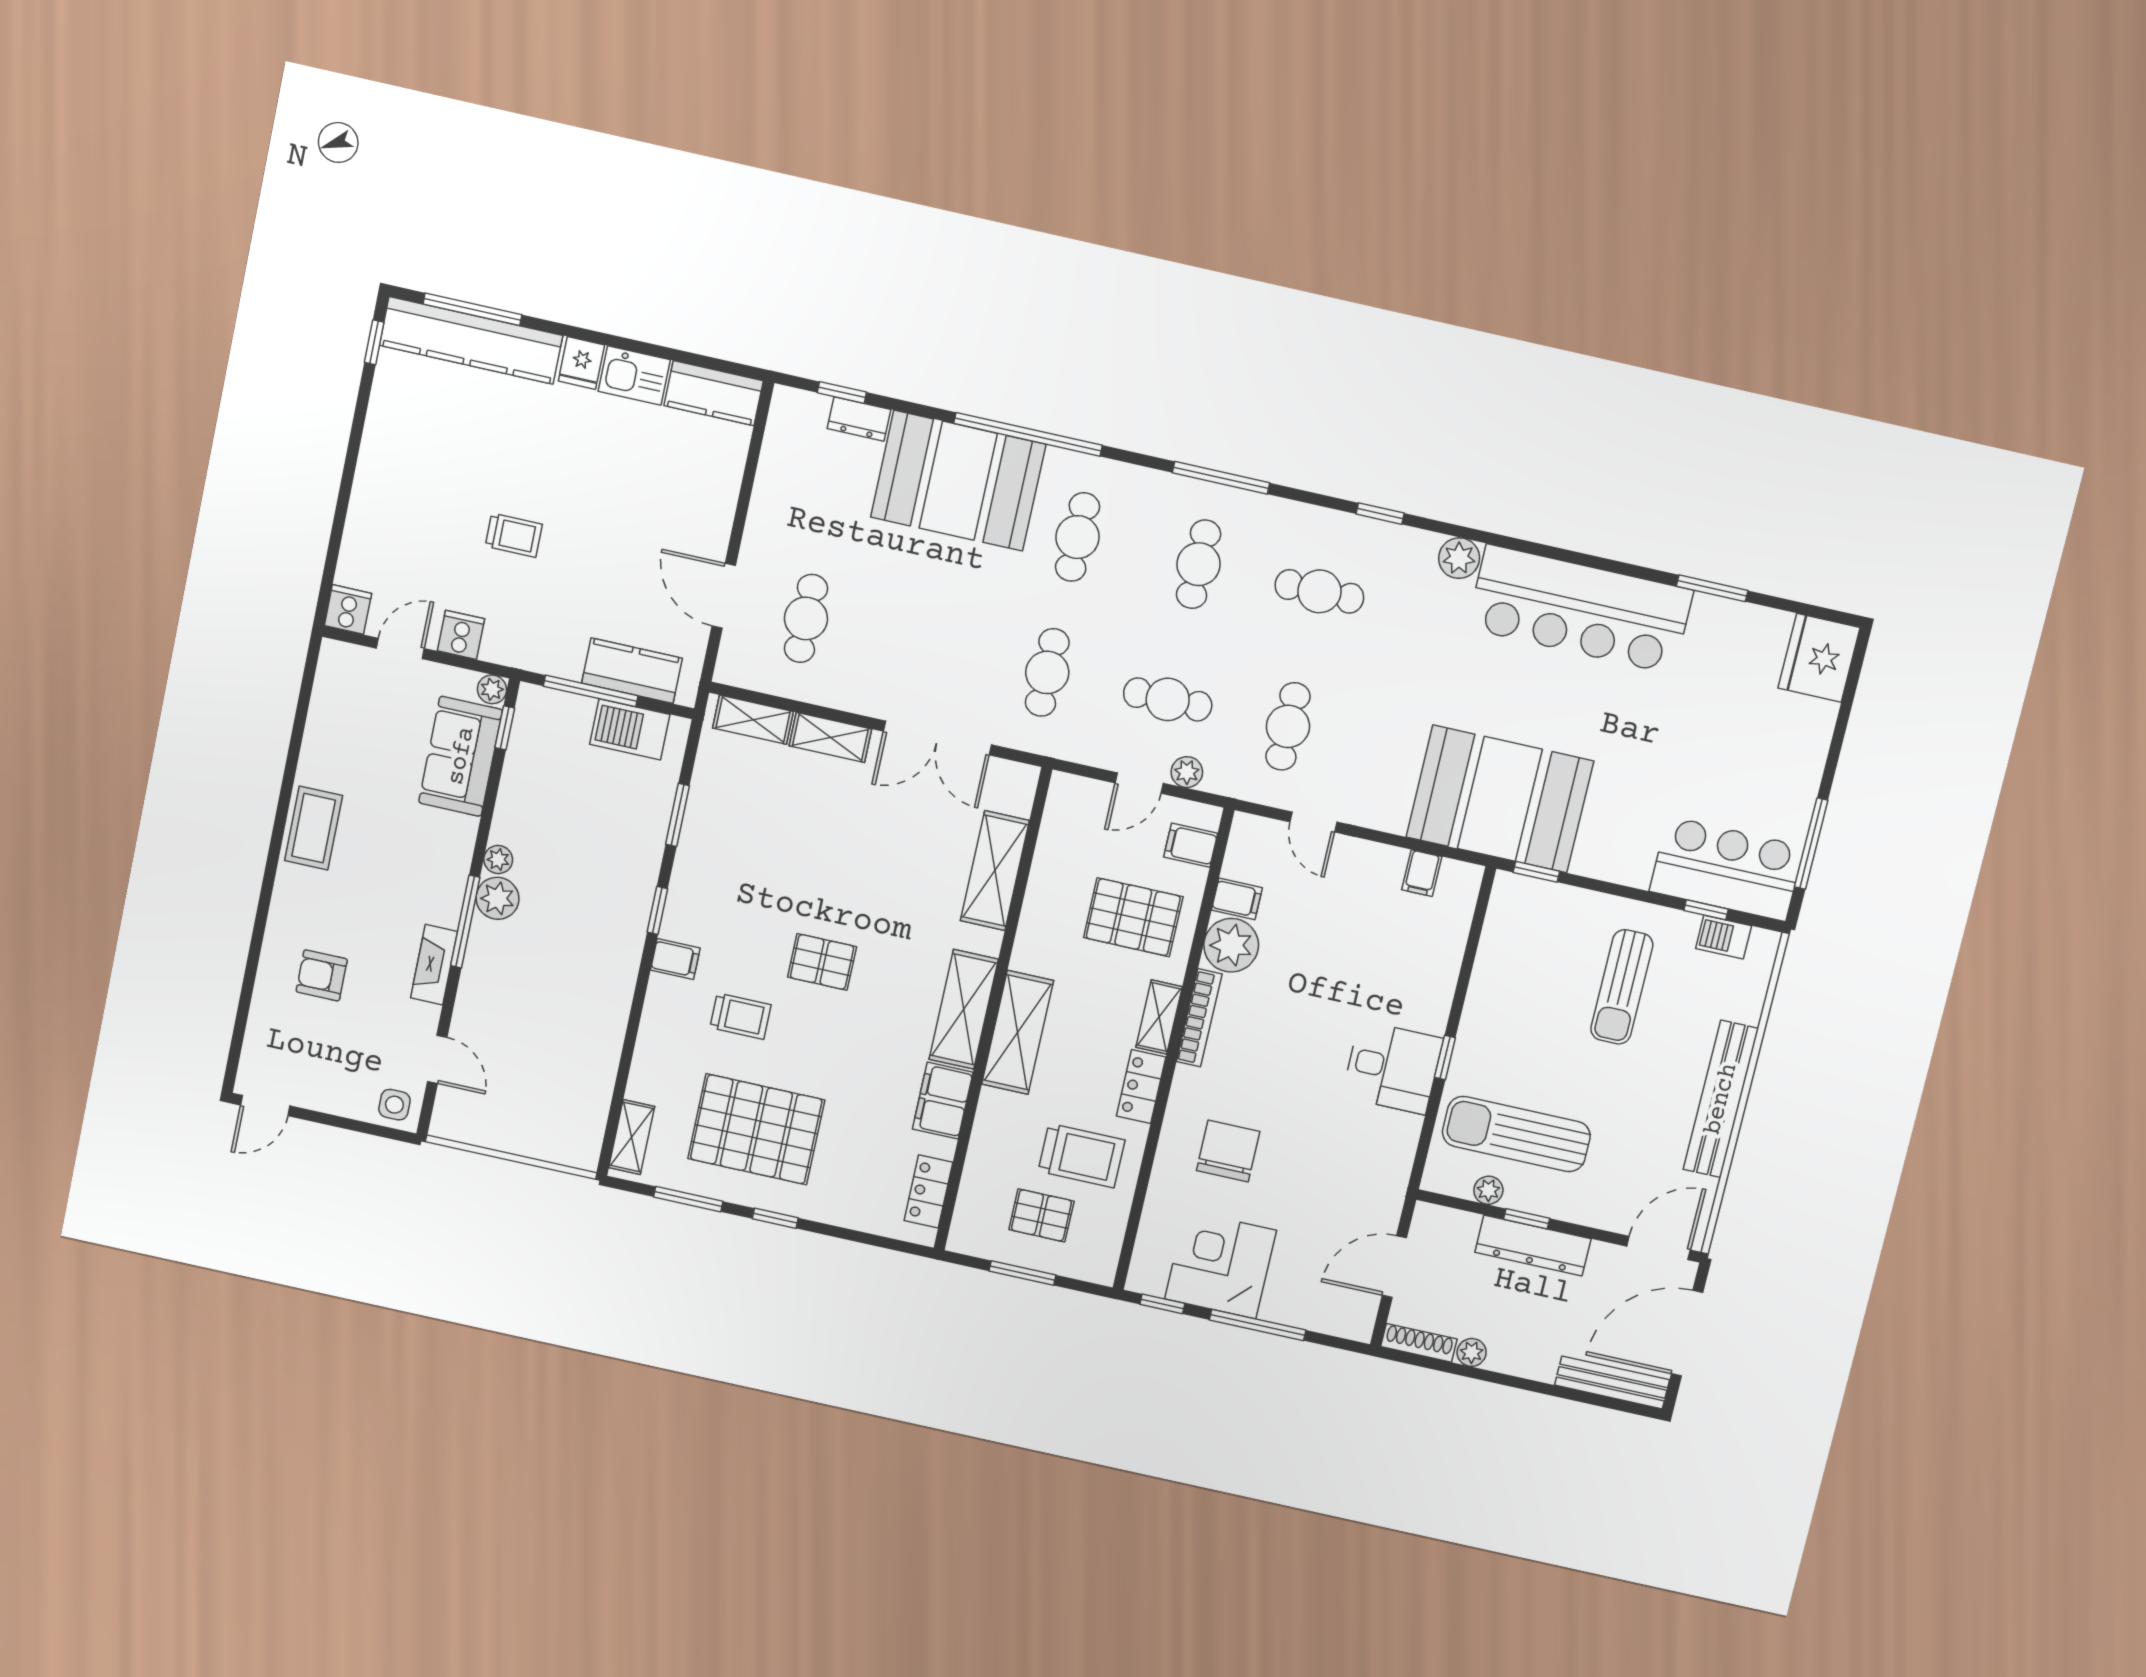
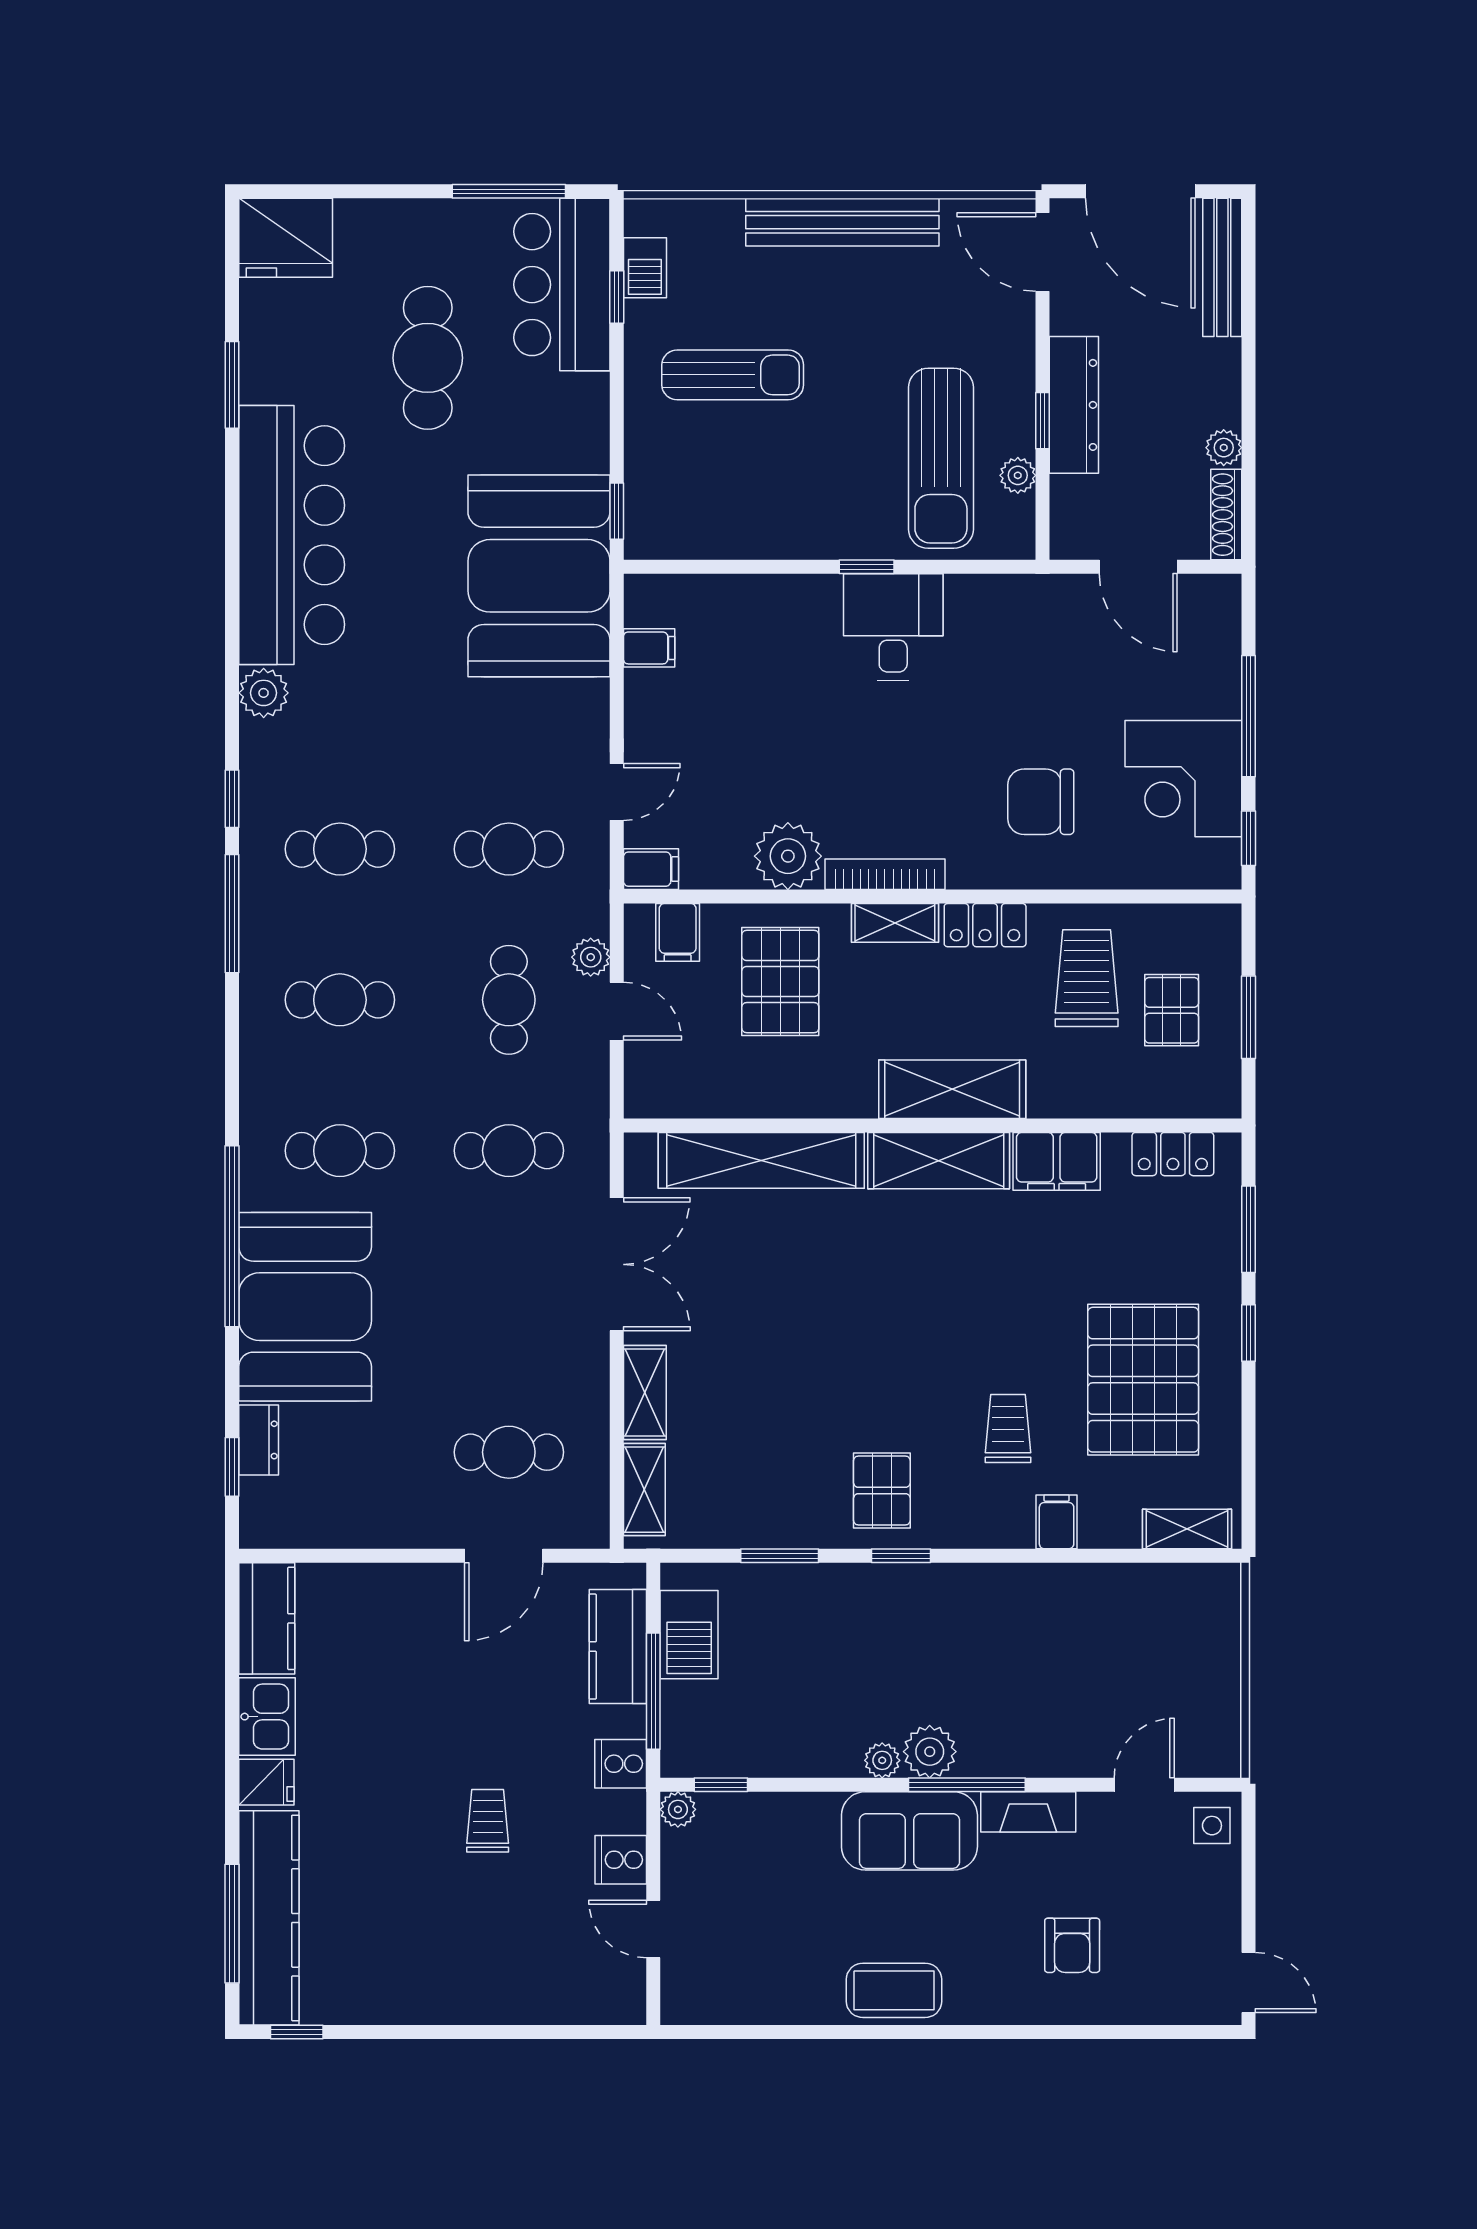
window: (1221, 478) -> (232, 914), moved
cafe table: (1319, 591) -> (340, 849), turned 90
cooker: (348, 609) -> (621, 1764), moved
cafe table: (1695, 750) -> (428, 358), added
sofa: (461, 756) -> (909, 1831), moved
shelving: (995, 871) -> (761, 1160), width x1.47
filing cabinet: (1237, 899) -> (651, 869), moved, turned 90
filing cabinet: (675, 959) -> (1057, 1522), moved
pallet: (822, 962) -> (882, 1491), moved
window: (688, 1199) -> (1249, 1229), moved

